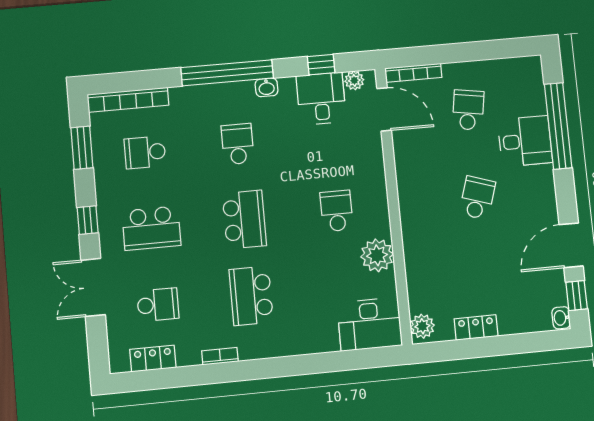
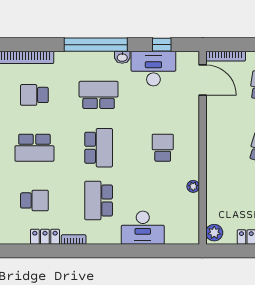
plant: (354, 80) -> (184, 58), removed
desk: (321, 99) -> (153, 69), width x1.37
school desk: (238, 144) -> (99, 95), width x1.85
plant: (377, 255) -> (193, 186), width x0.53, depth x0.53
desk: (370, 324) -> (143, 228), moved
locker: (153, 359) -> (45, 237), moved

